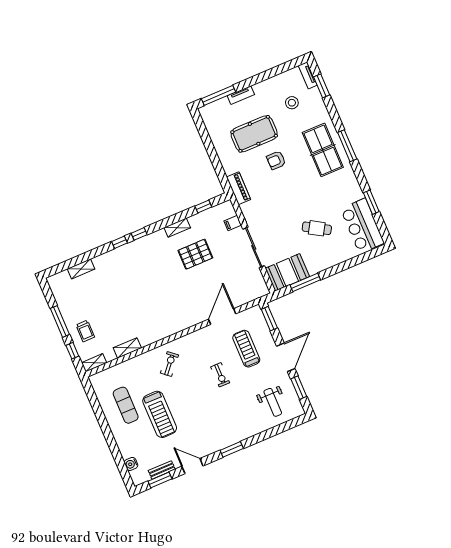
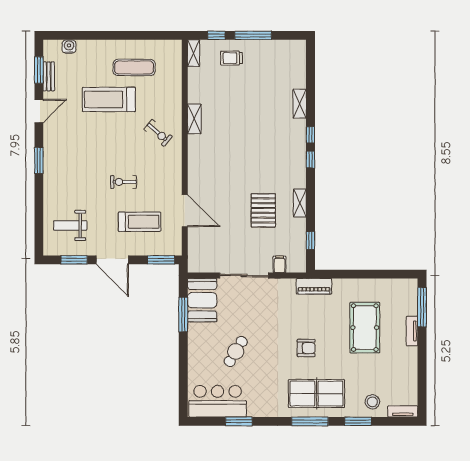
window: (322, 86) -> (358, 421), moved
stool: (292, 103) -> (372, 402), moved
armchair: (276, 160) -> (306, 348), moved, turned 90
shelving: (81, 269) -> (300, 104), moved
shelving: (127, 348) -> (194, 119), moved

